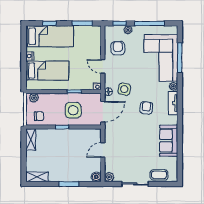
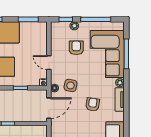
armchair: (118, 48) -> (76, 48), moved
side table: (73, 110) -> (19, 107), removed

